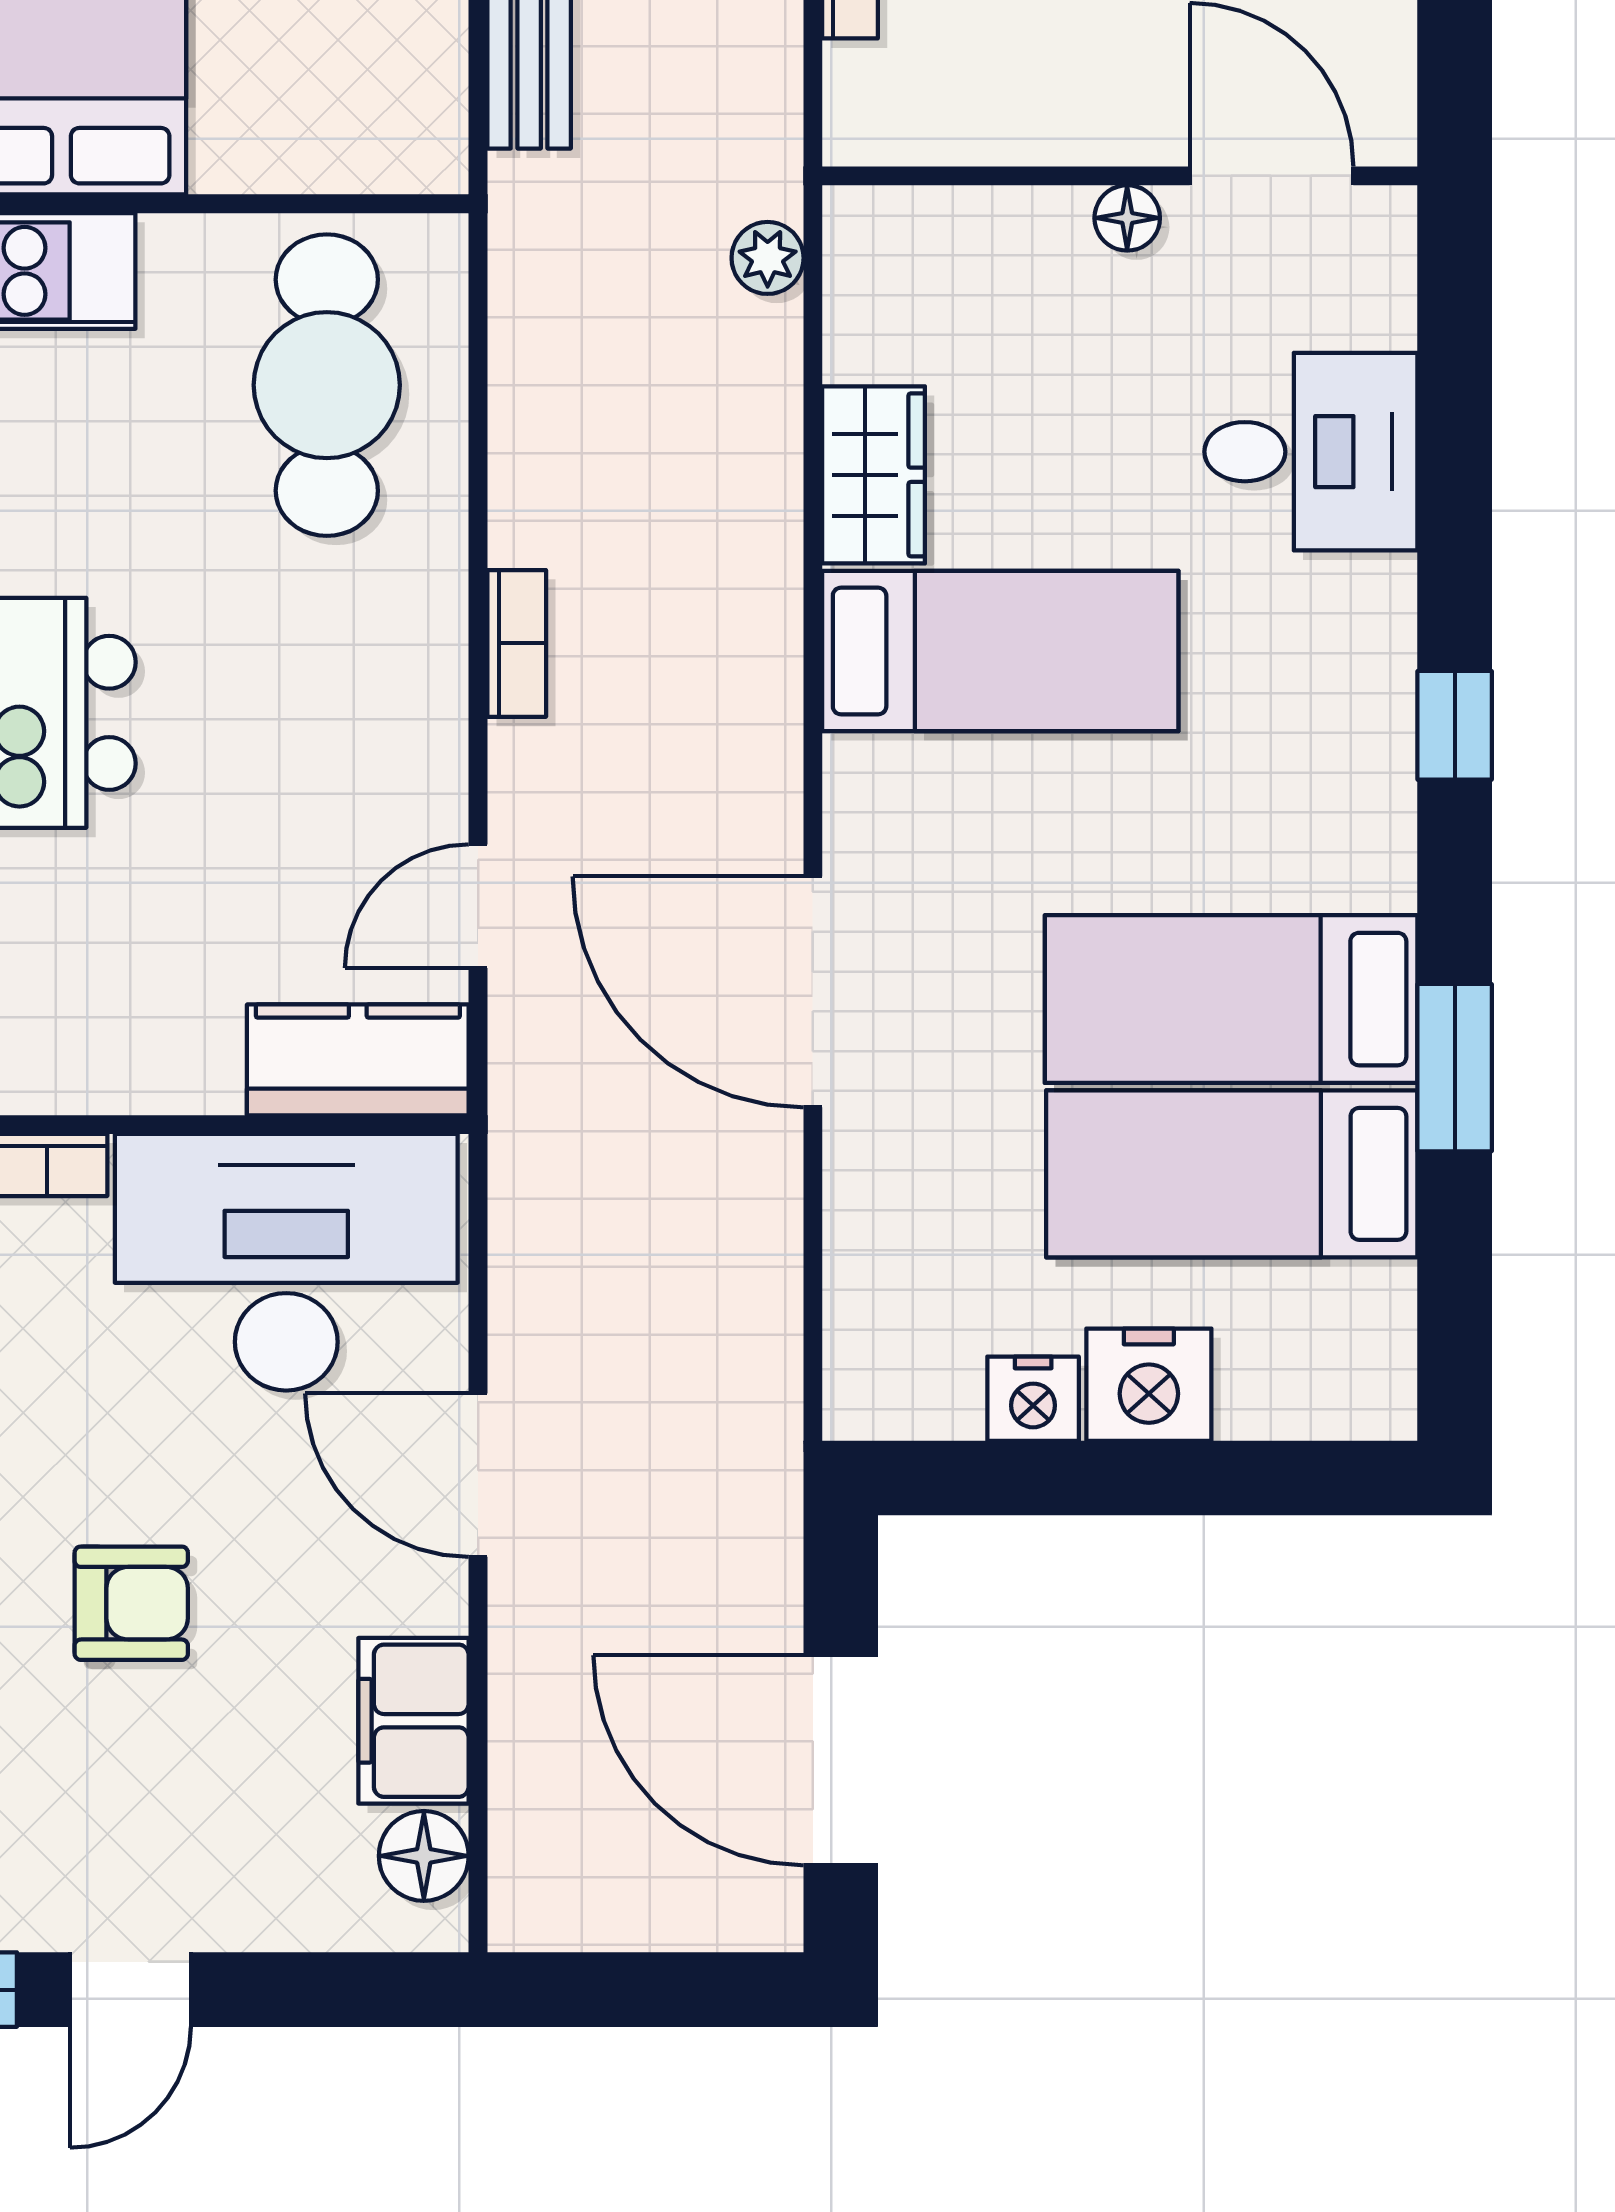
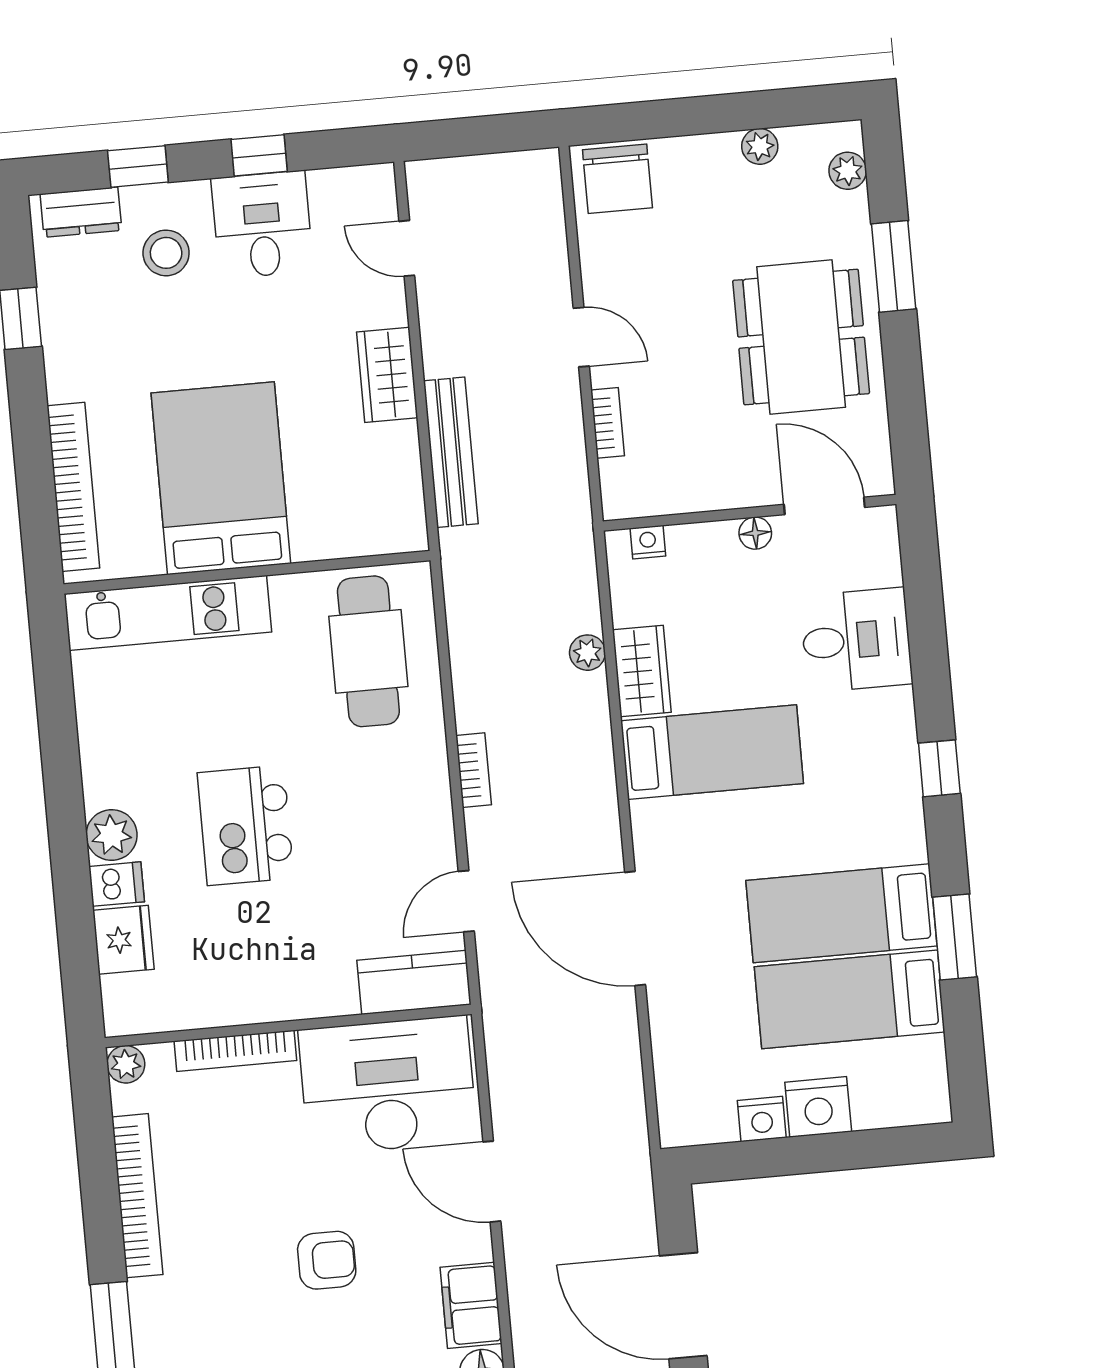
nightstand: (909, 217) -> (648, 542), added
plant: (768, 258) -> (587, 653), moved

